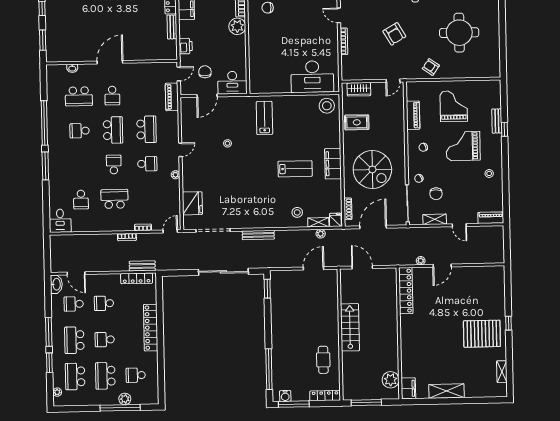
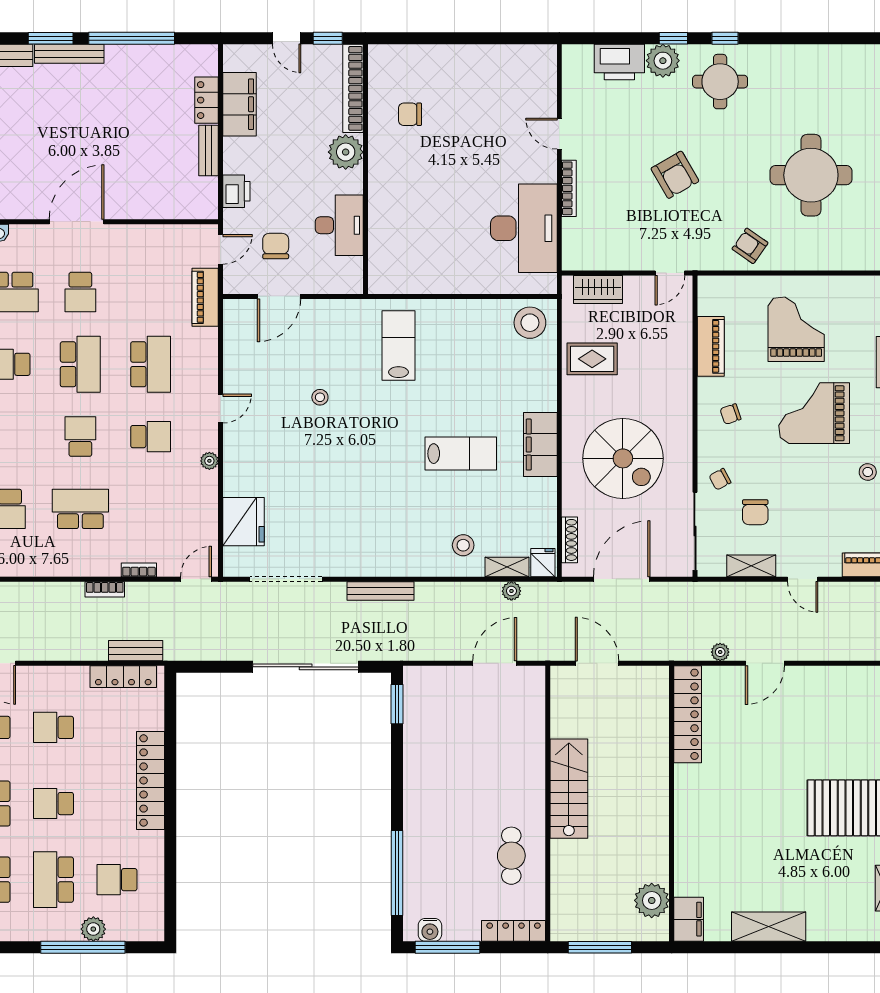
desk: (312, 77) -> (524, 228), moved, turned -90
desk: (232, 83) -> (339, 225), moved, turned -90

